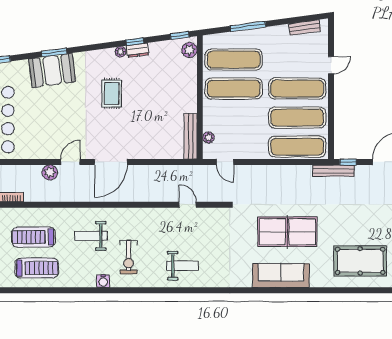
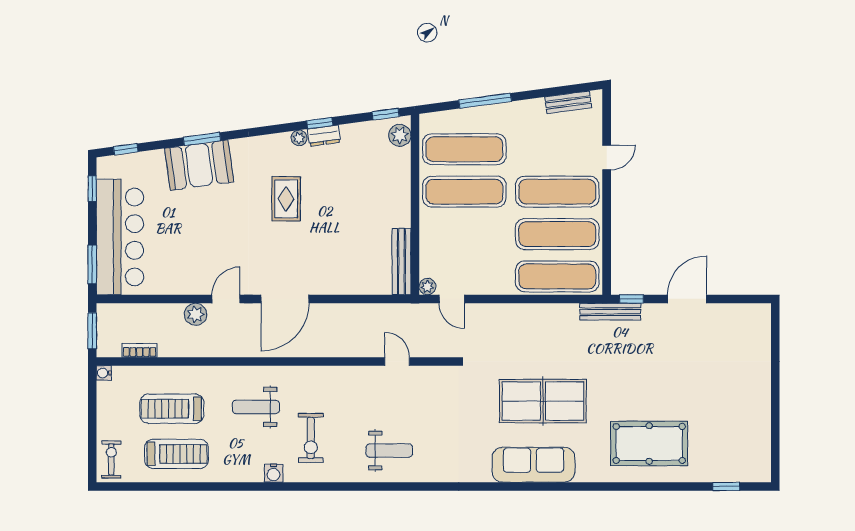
plant: (208, 137) -> (427, 287), moved

